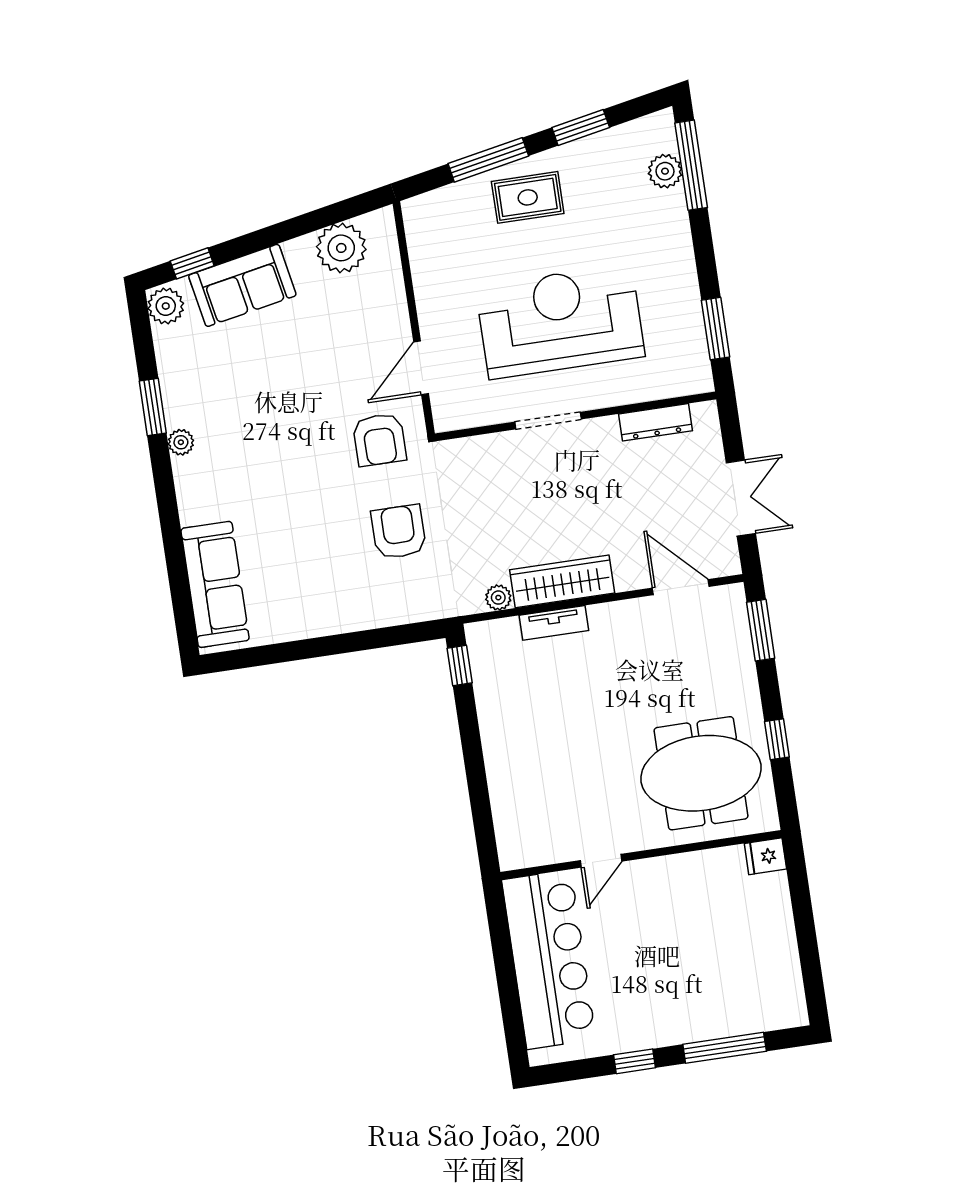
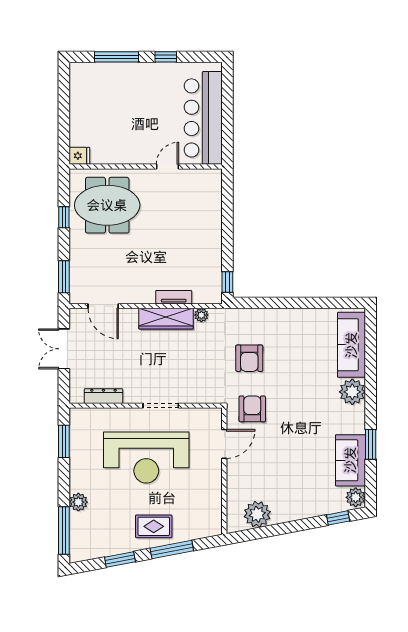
plant: (665, 171) -> (78, 502), moved
sofa: (242, 285) -> (350, 460), moved, turned -79
plant: (181, 442) -> (352, 392), moved, width x1.87, depth x1.87

